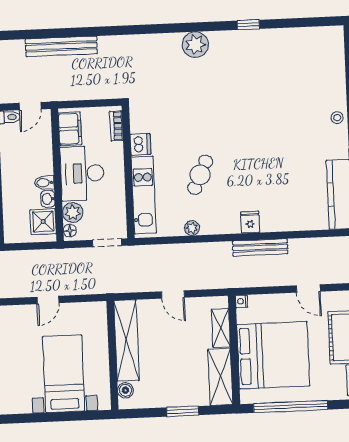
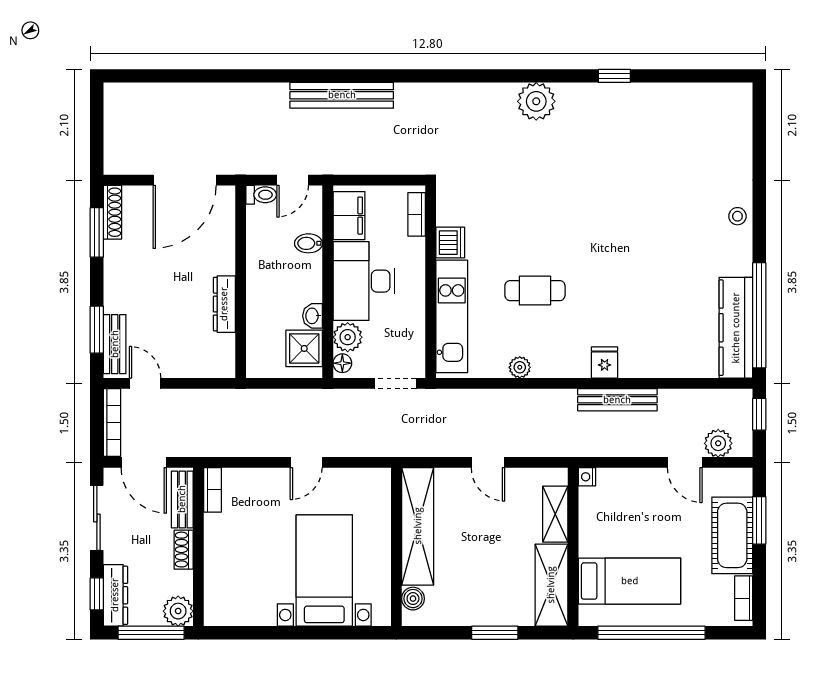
cafe table: (200, 175) -> (535, 291), turned 65
bidet: (44, 183) -> (308, 243), moved
plant: (331, 274) -> (718, 443), added
bed: (273, 355) -> (630, 581), width x0.49

